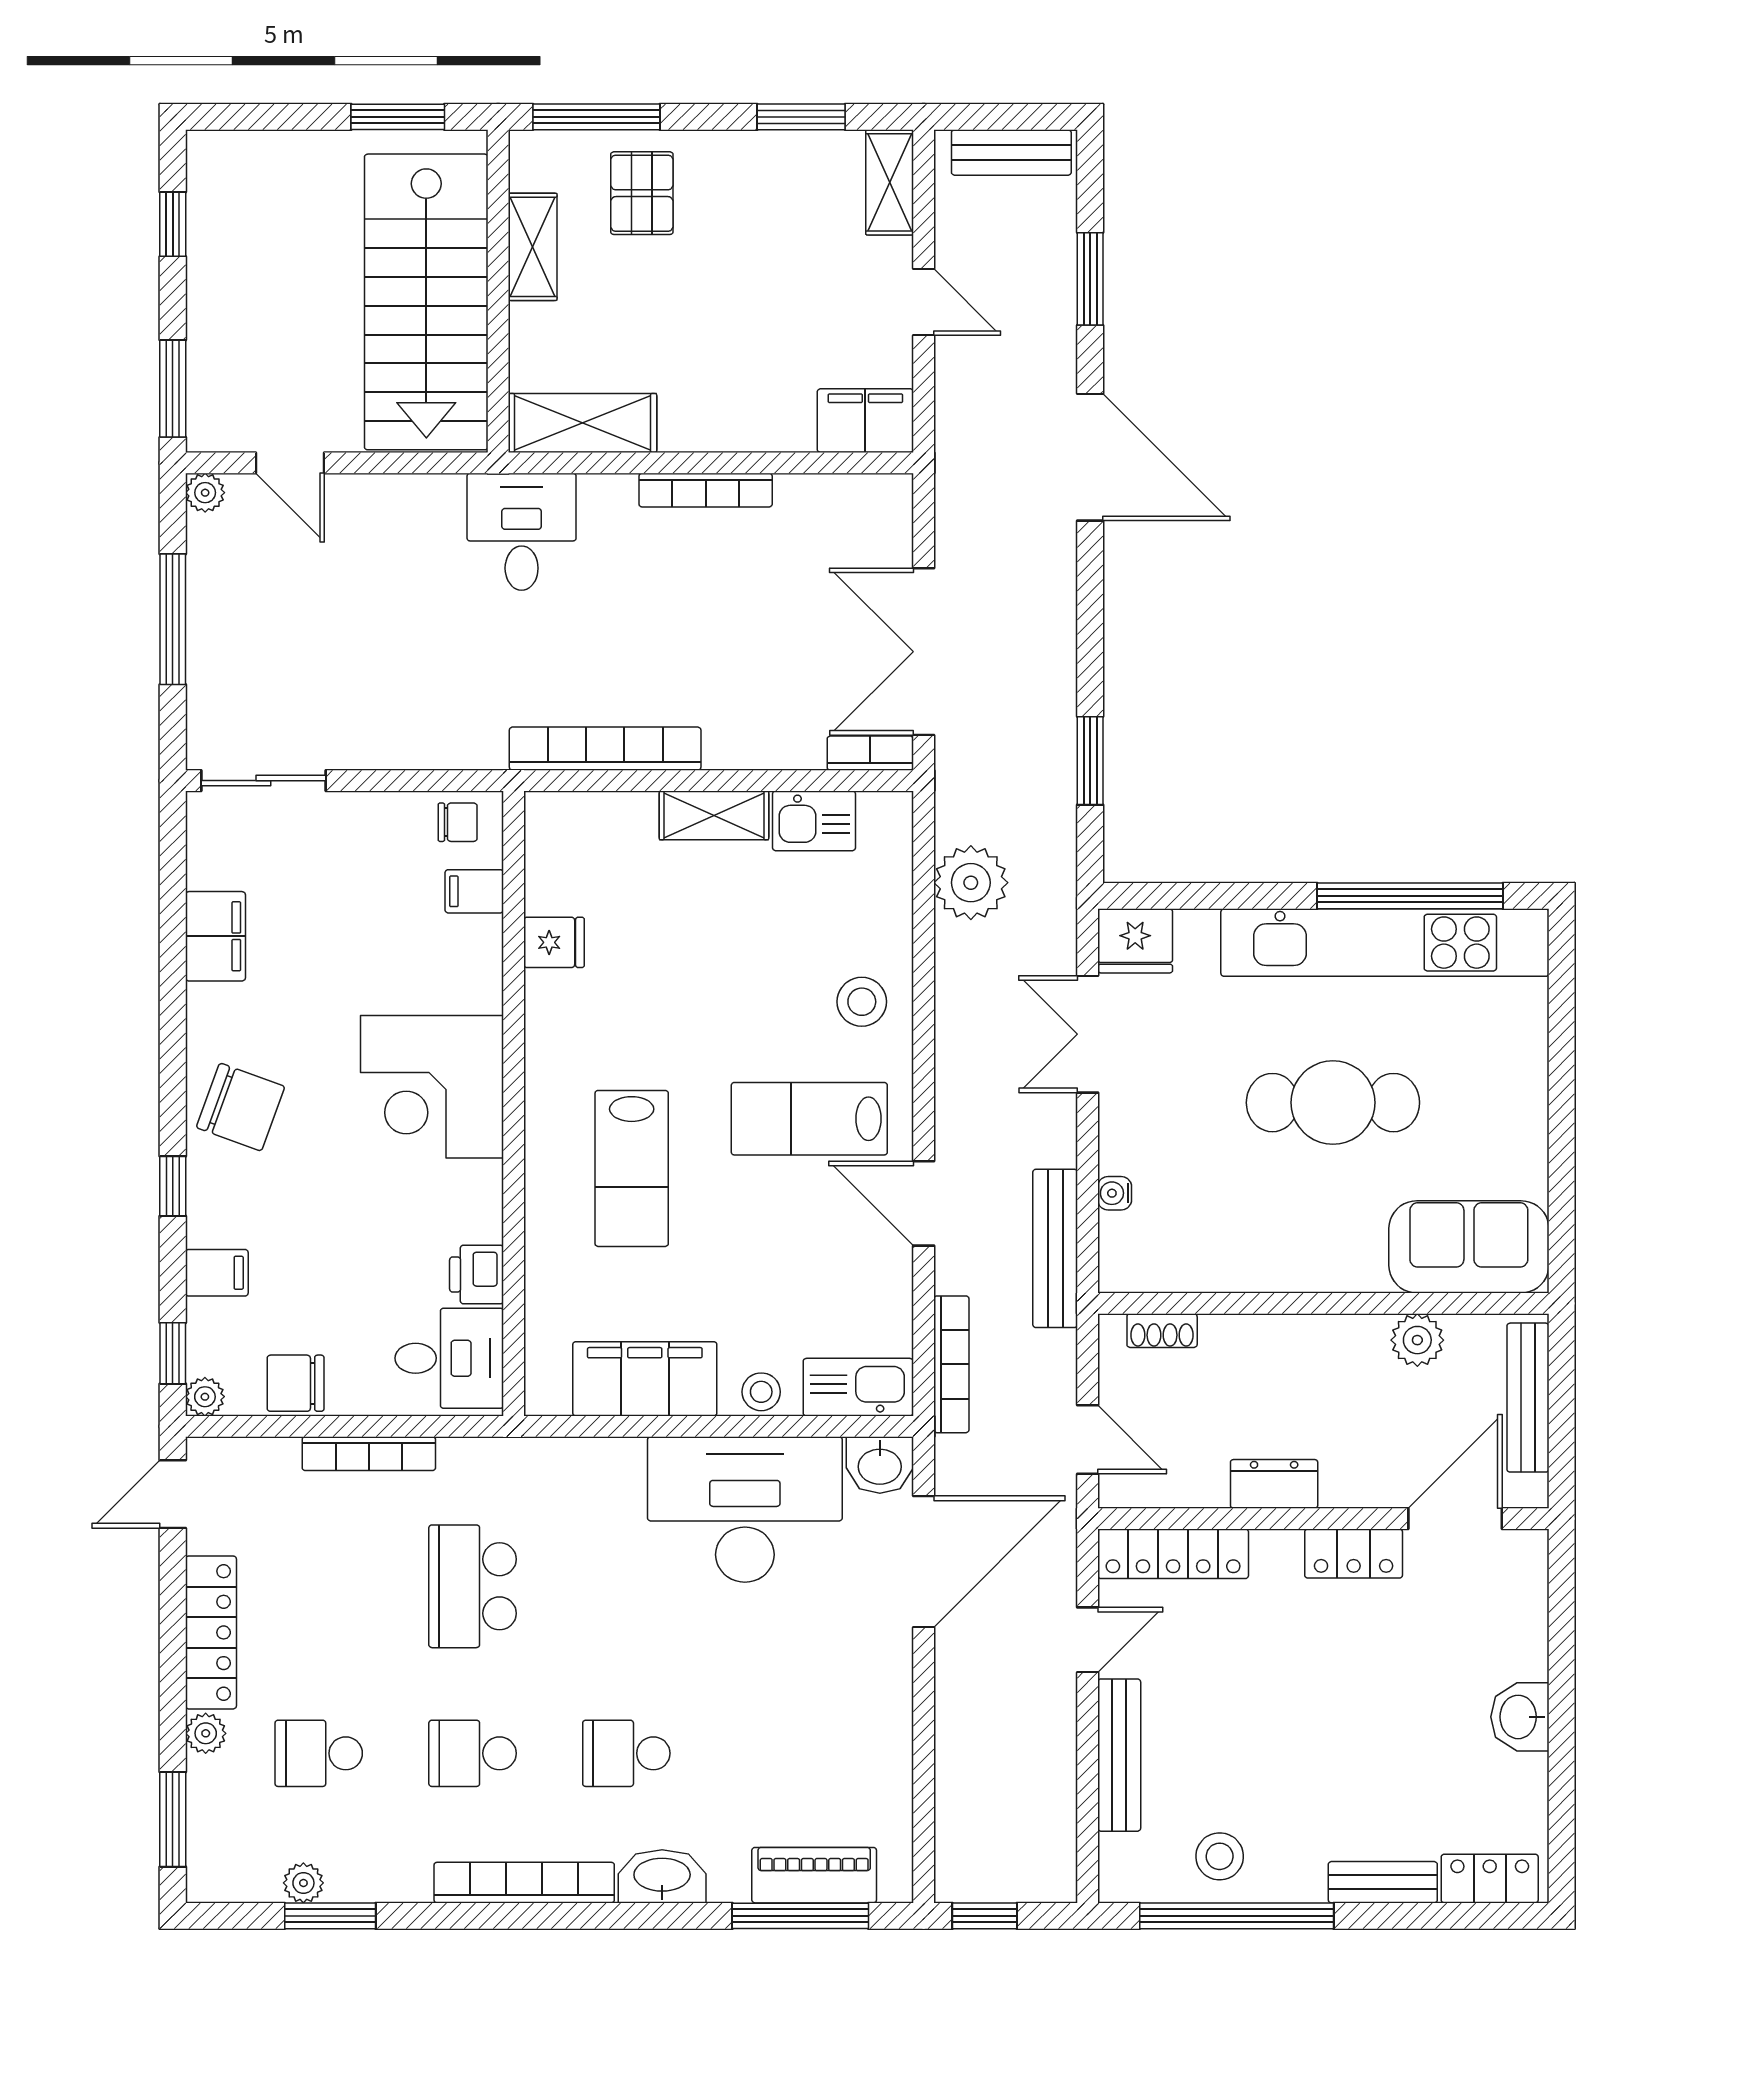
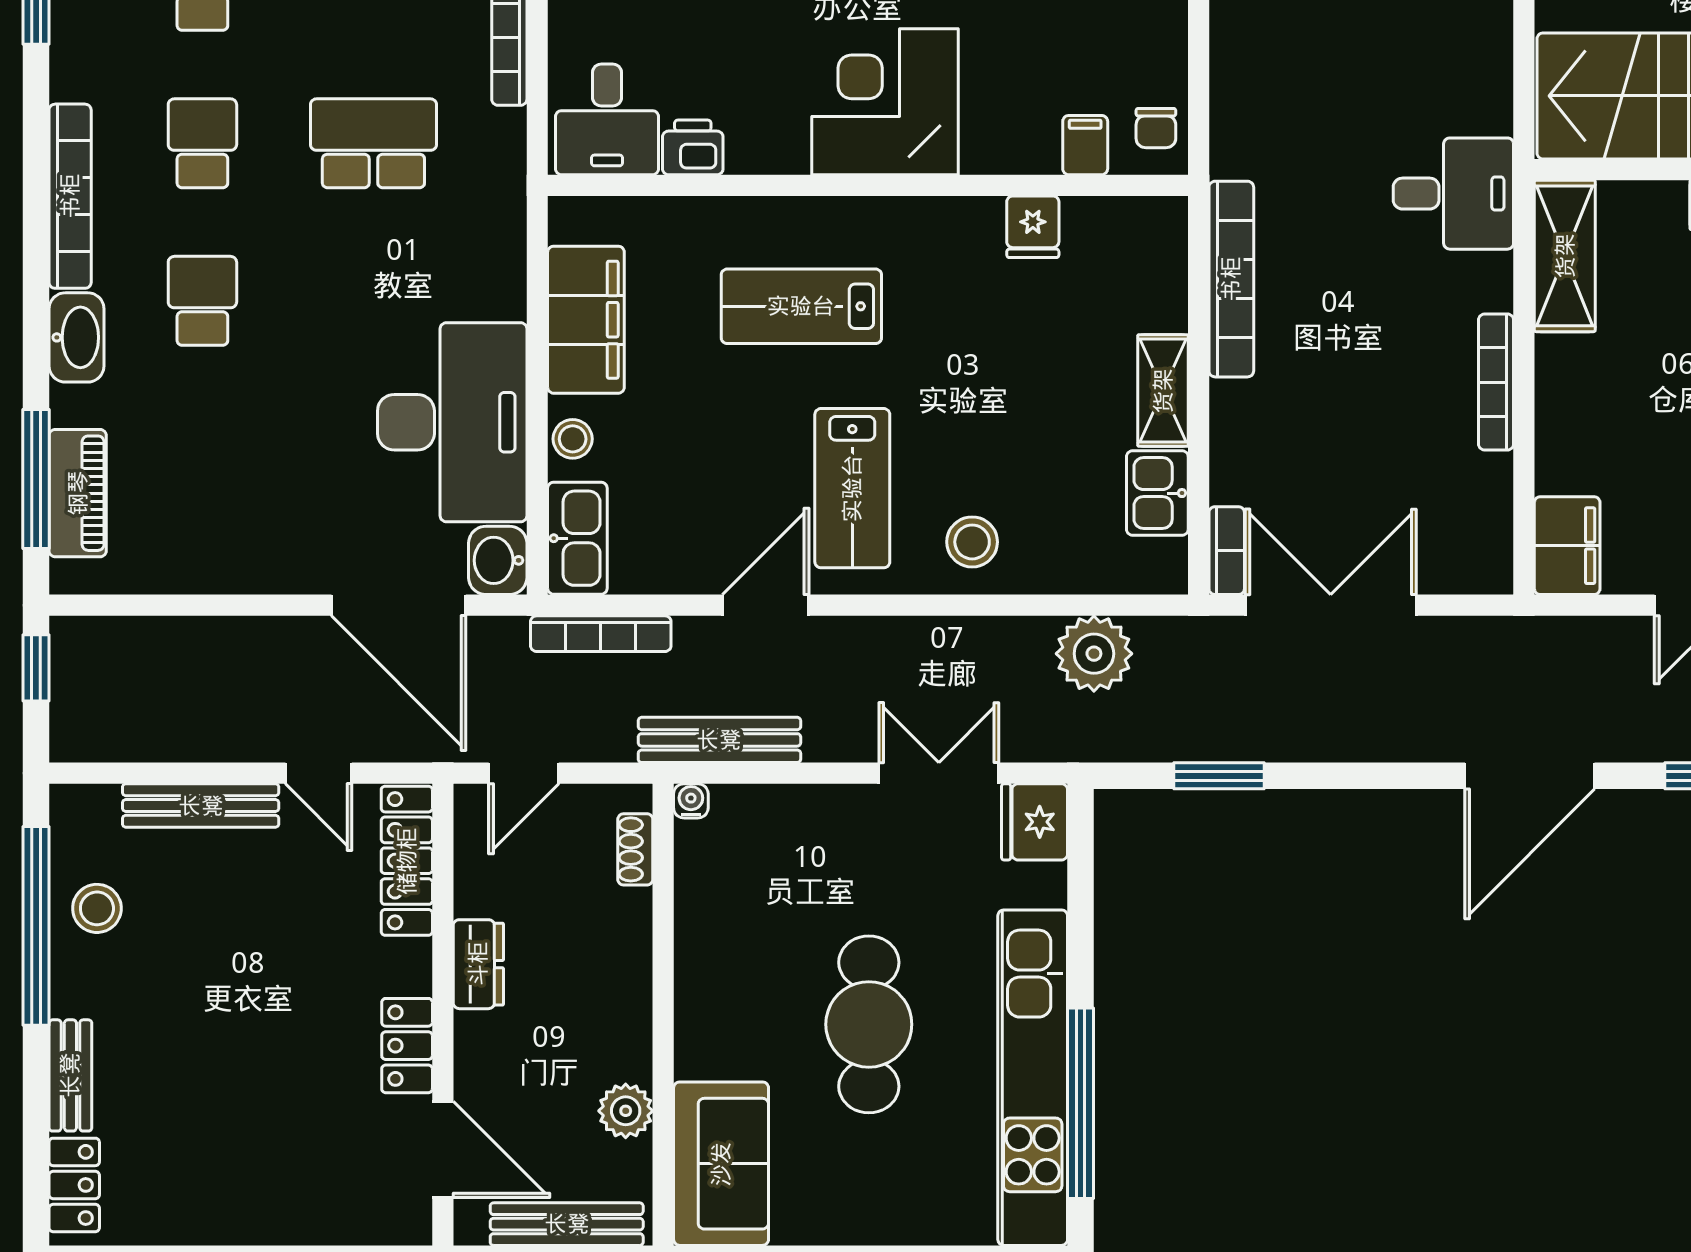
lab bench: (809, 1119) -> (852, 488), turned 180
water cooler: (1115, 1193) -> (691, 801), moved
washbasin: (1520, 1717) -> (240, 1216), removed

